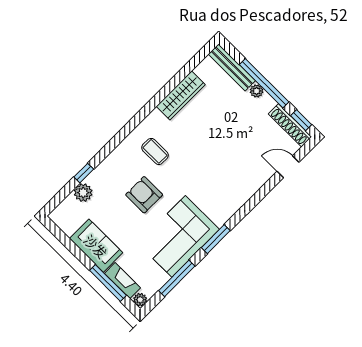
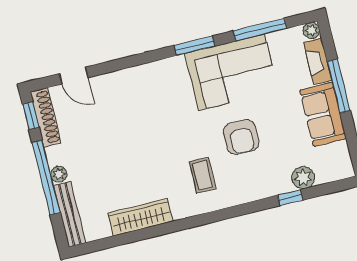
window: (108, 283) -> (339, 86), moved

